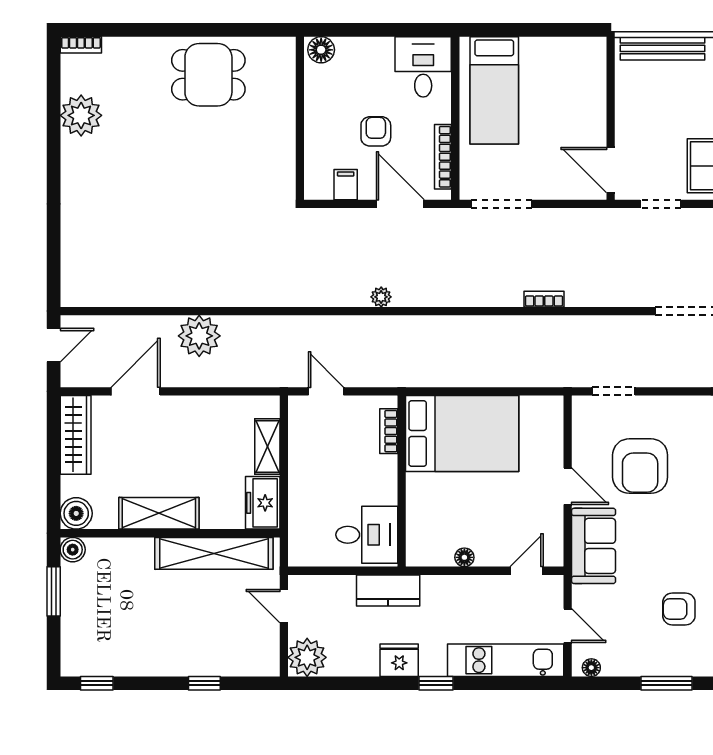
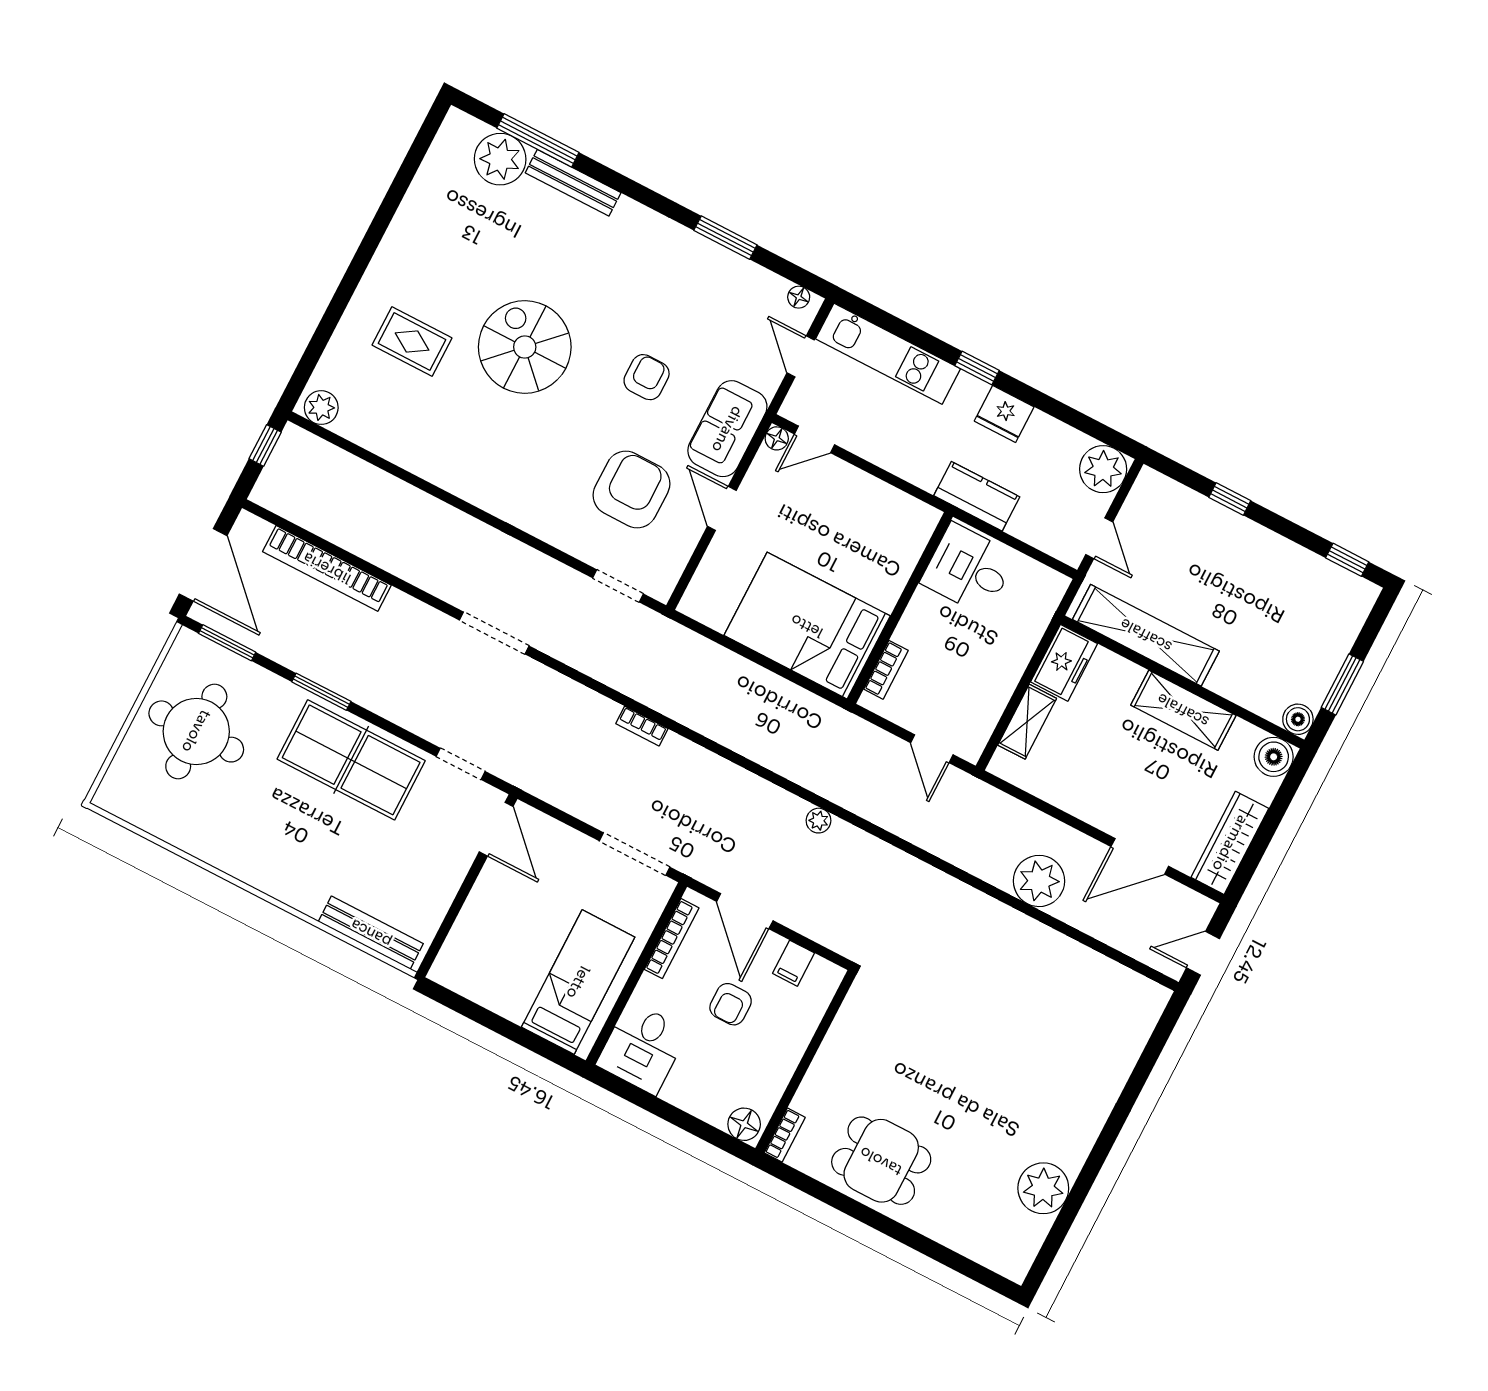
bookcase: (81, 45) -> (785, 1135), moved, turned 90
floor lamp: (464, 557) -> (777, 438), moved
armchair: (679, 609) -> (647, 377), moved, turned -90

